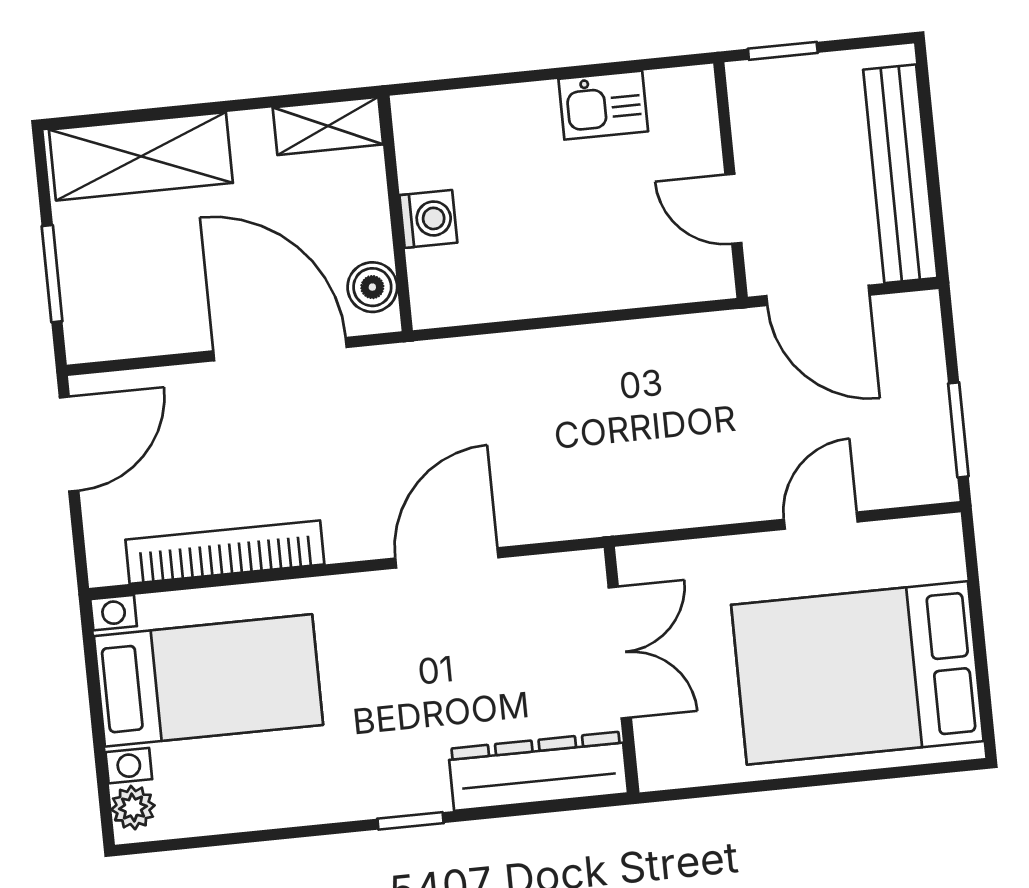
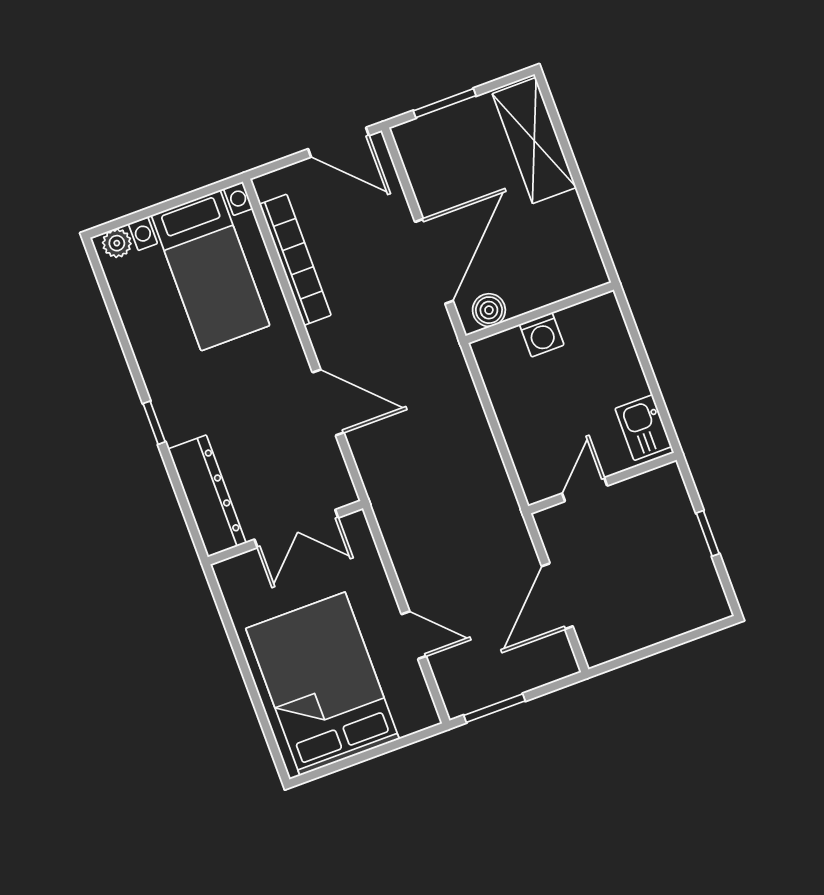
shelving: (328, 126) -> (585, 255), removed
bench: (900, 174) -> (649, 629), removed
wall: (730, 180) -> (602, 483), moved
door: (733, 209) -> (585, 490), moved

